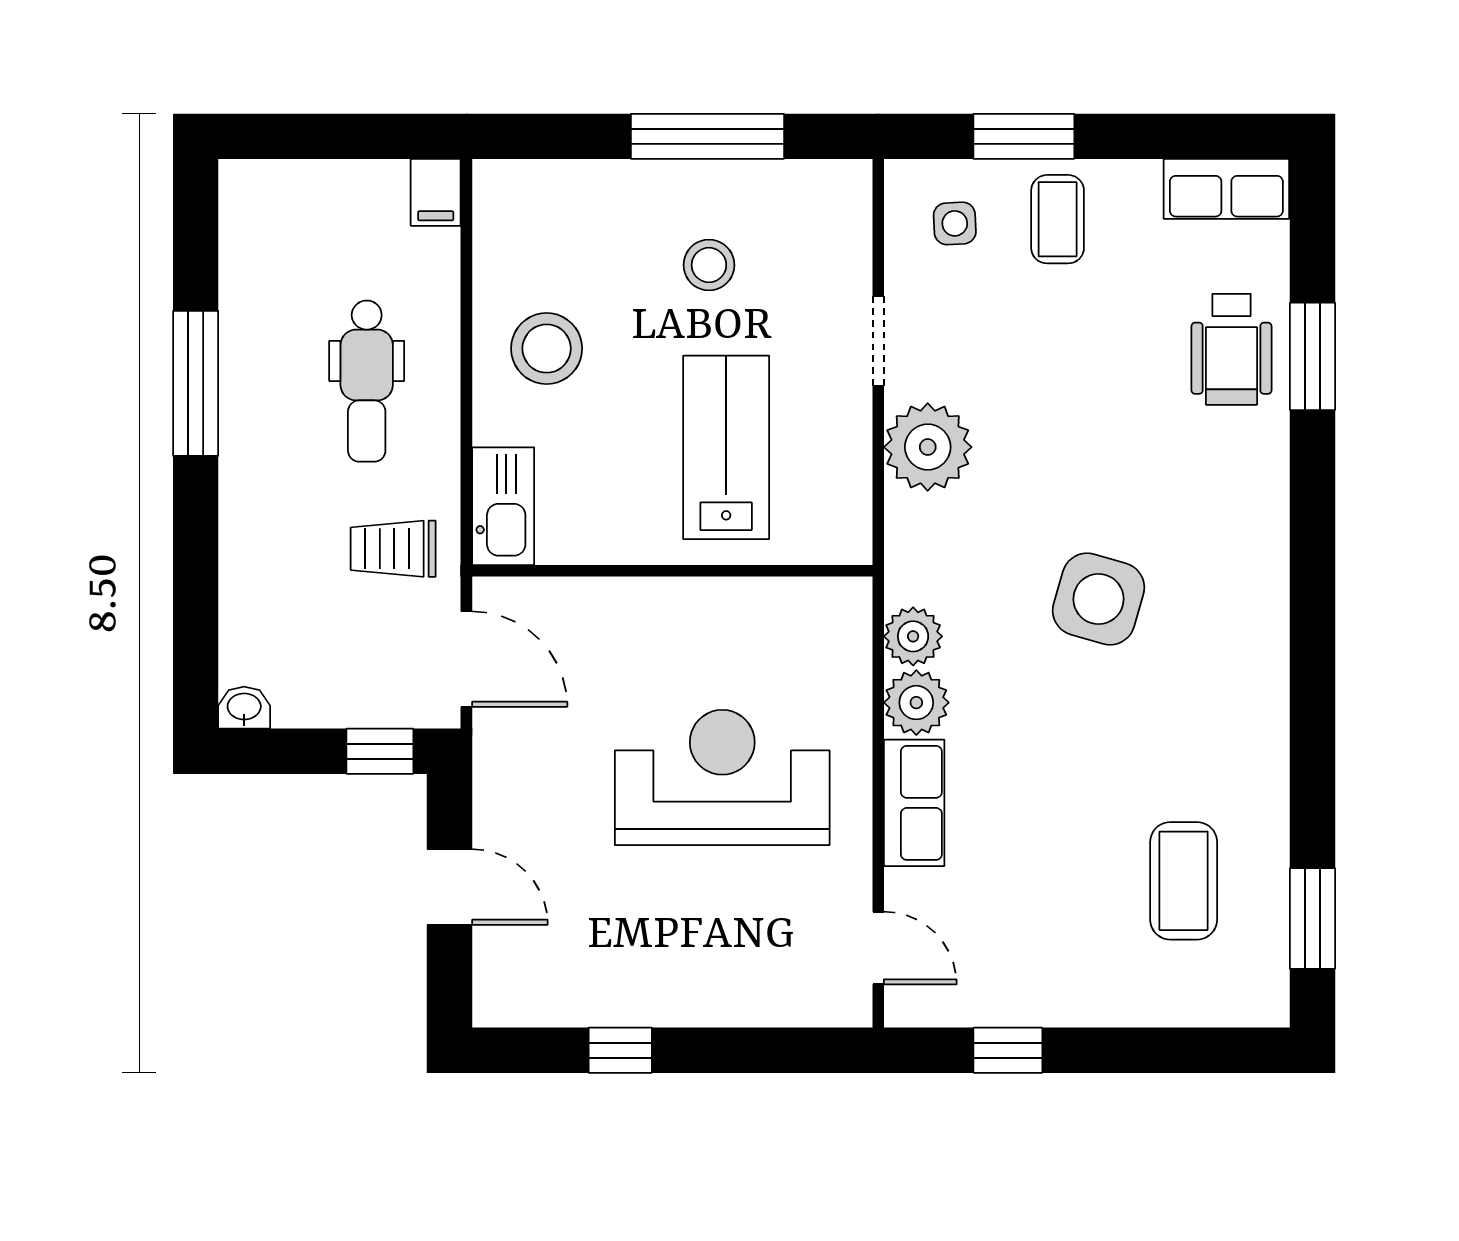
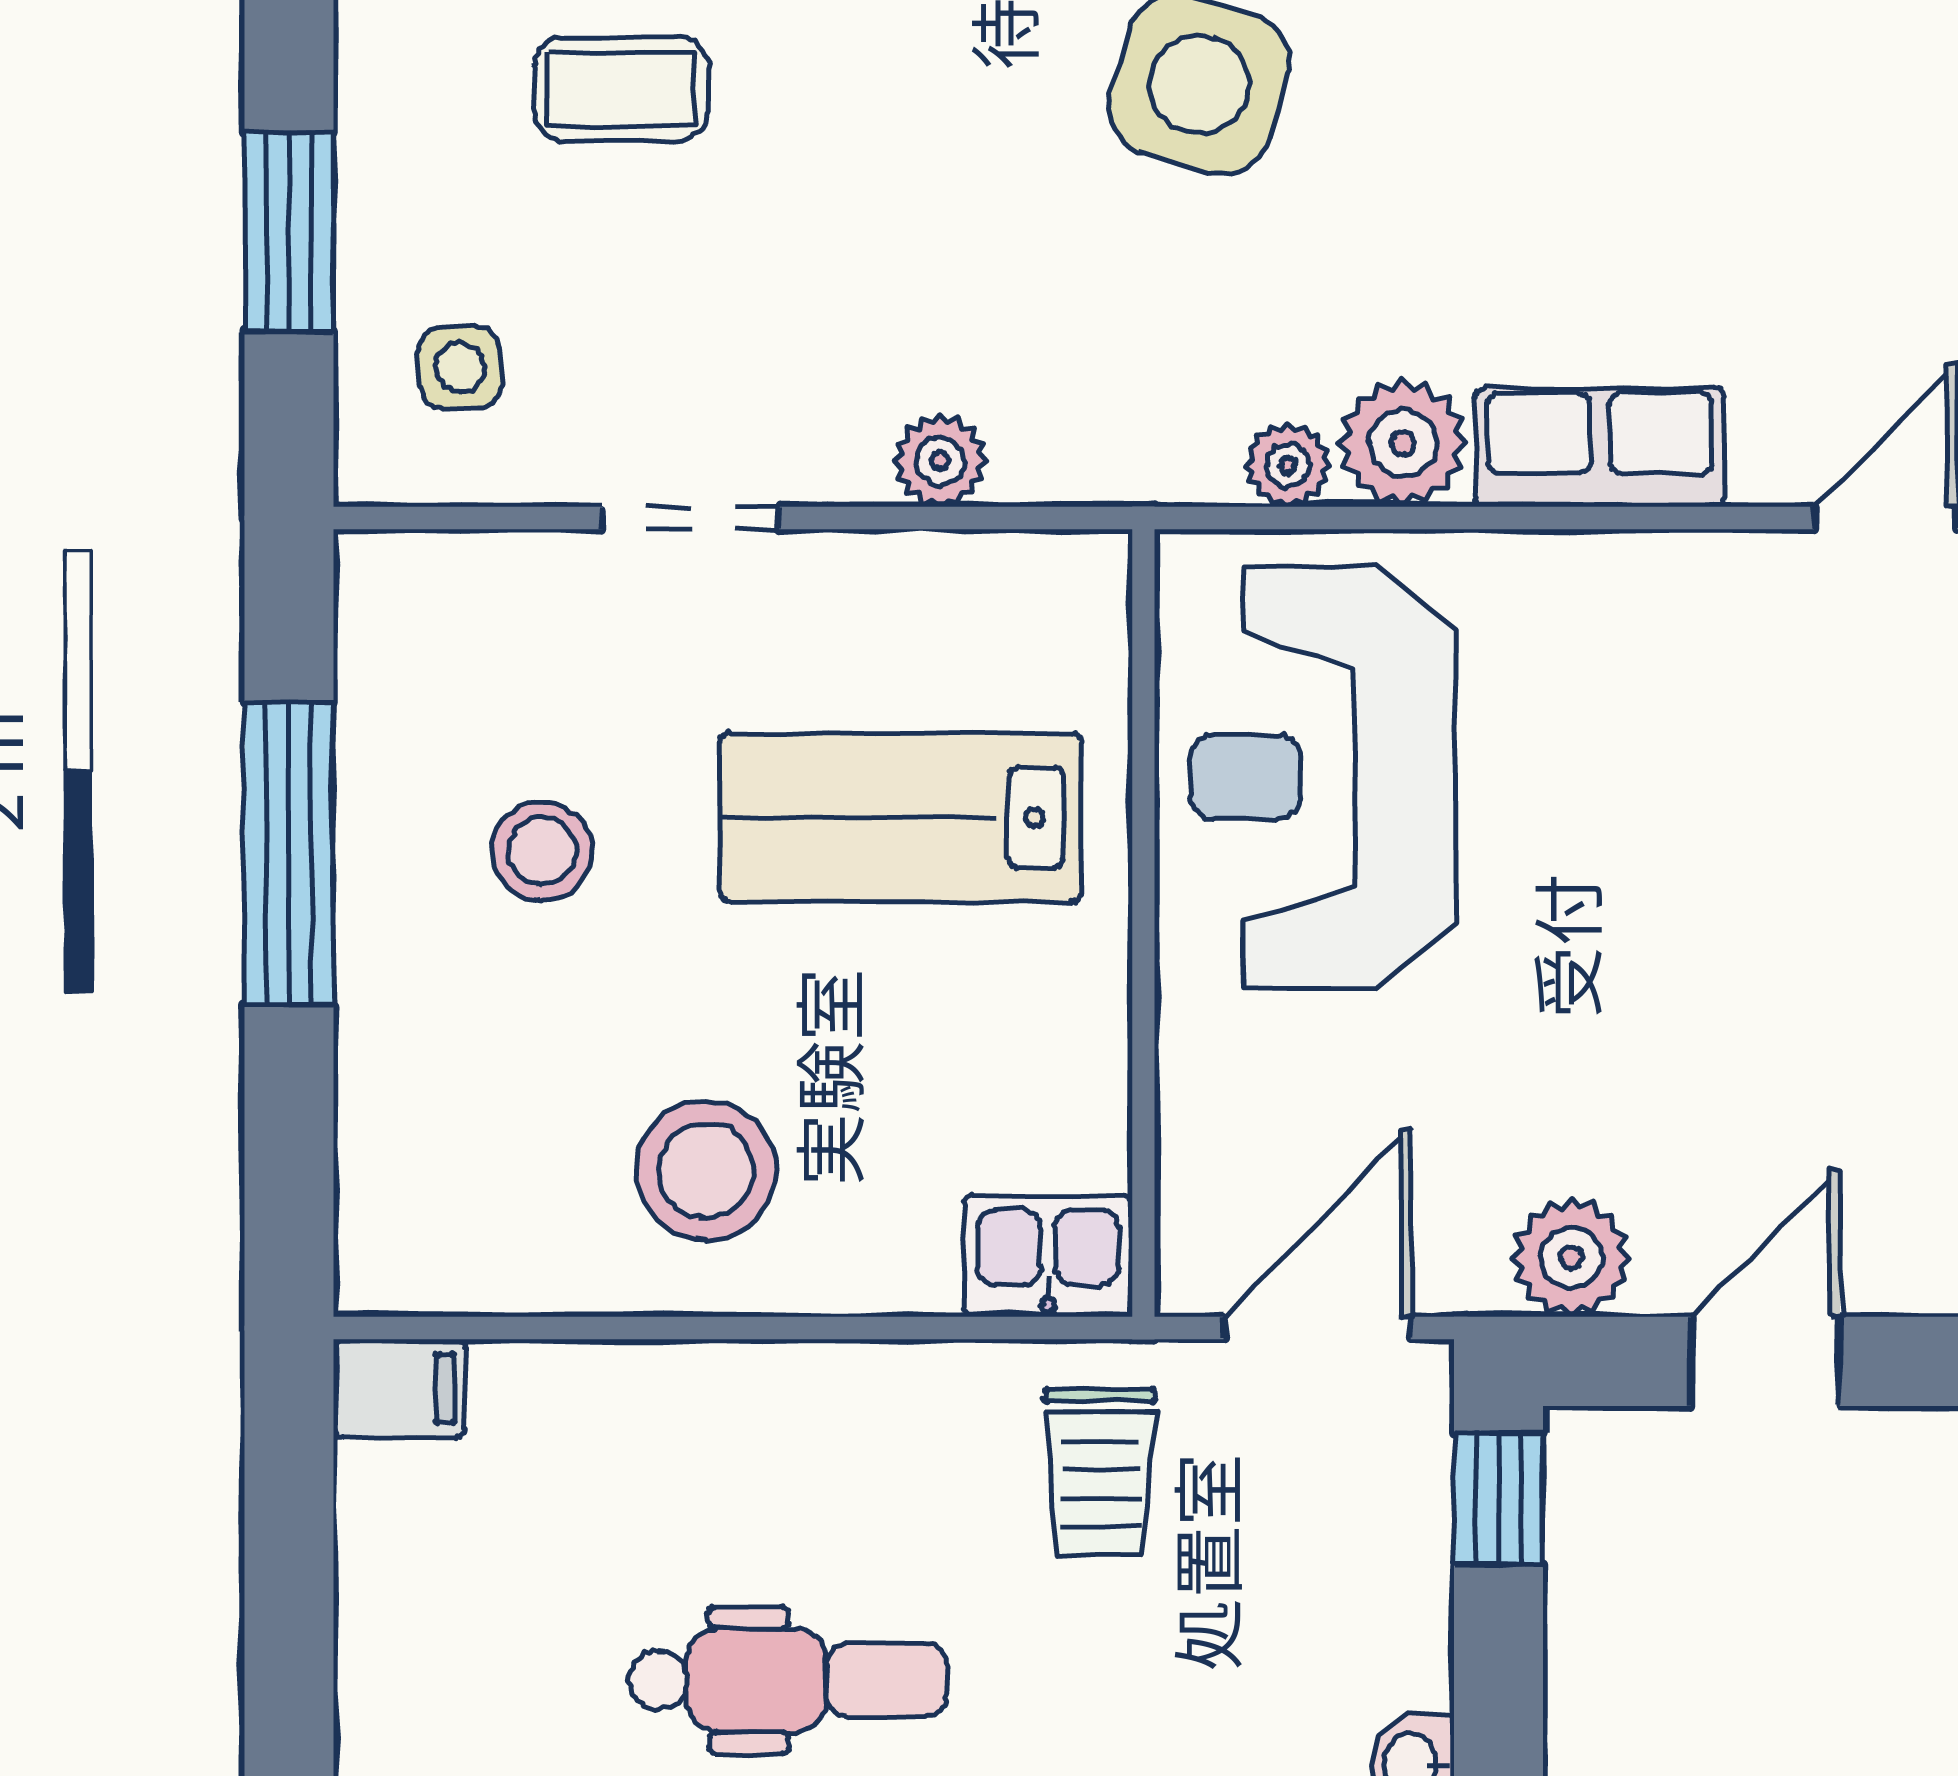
coffee table: (1058, 219) -> (621, 89), moved
dental chair: (367, 381) -> (788, 1680), moved
plant: (928, 447) -> (940, 461), width x0.53, depth x0.53
kitchen sink: (503, 506) -> (1048, 1256), width x0.73
plant: (913, 636) -> (1288, 465), width x0.73, depth x0.73
reception desk: (722, 777) -> (1323, 777), moved
plant: (502, 788) -> (1571, 1258), added

